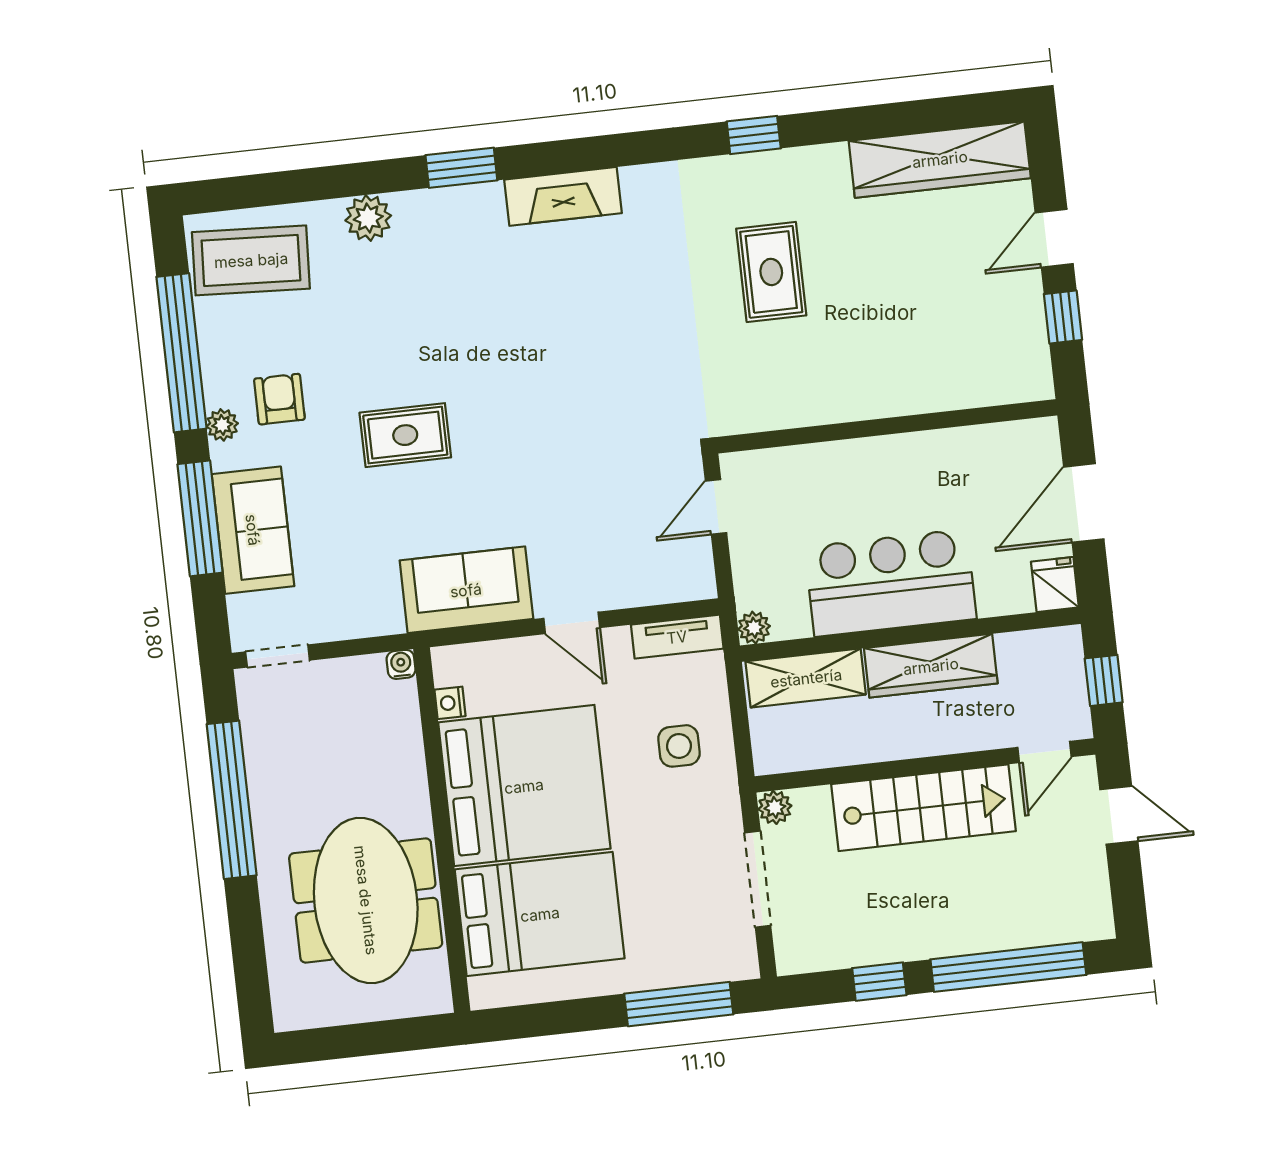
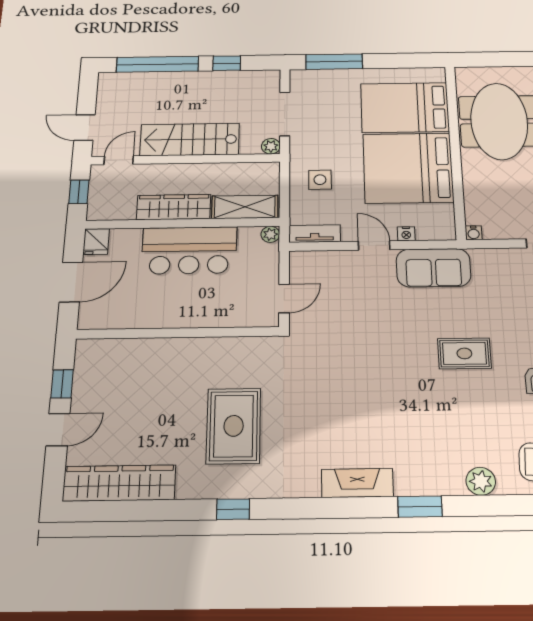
rug: (771, 272) -> (234, 426), width x1.36, depth x1.43
nightstand: (450, 703) -> (406, 234), moved, turned 90

